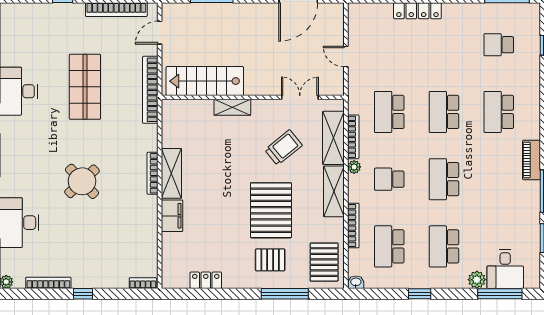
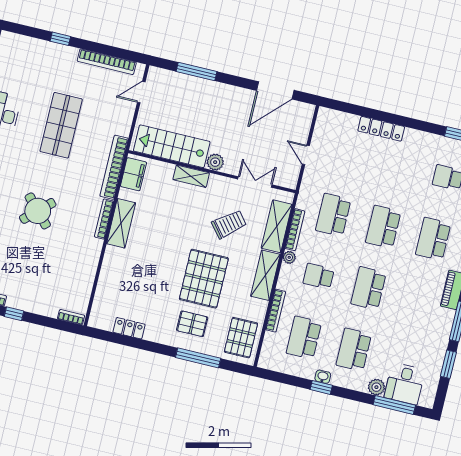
plant: (254, 87) -> (215, 162), added
bookcase: (150, 90) -> (114, 167), moved
filing cabinet: (172, 216) -> (133, 174), moved
washbasin: (356, 282) -> (323, 377), moved

